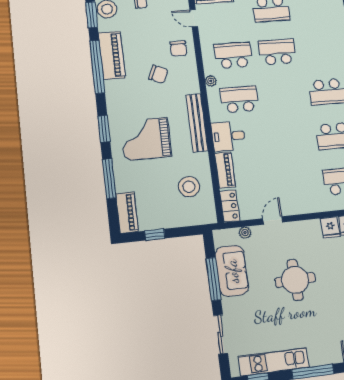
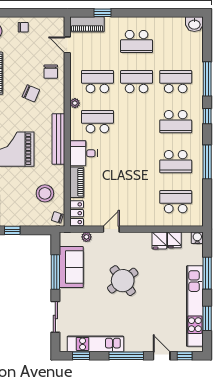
school desk: (321, 49) -> (176, 82), added
chair: (207, 213) -> (57, 217), added
round table: (295, 280) -> (123, 281), turned -35

